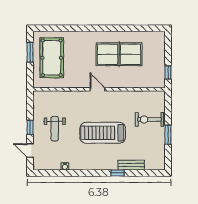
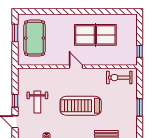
exercise bike: (149, 119) -> (119, 78), moved

